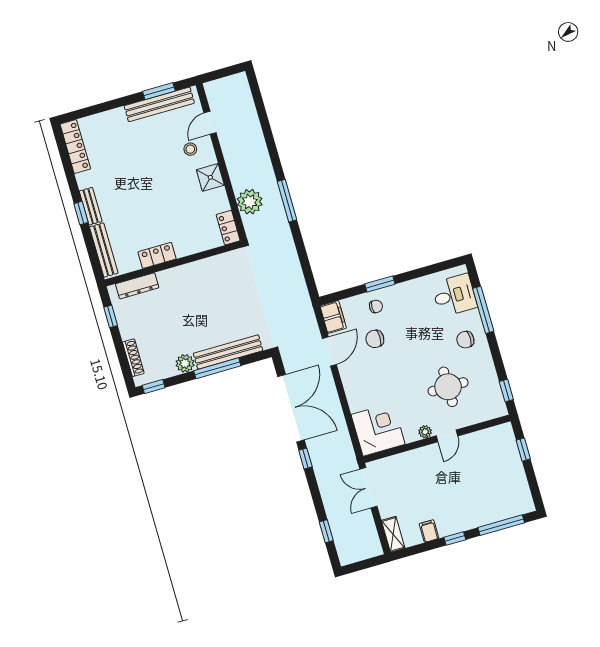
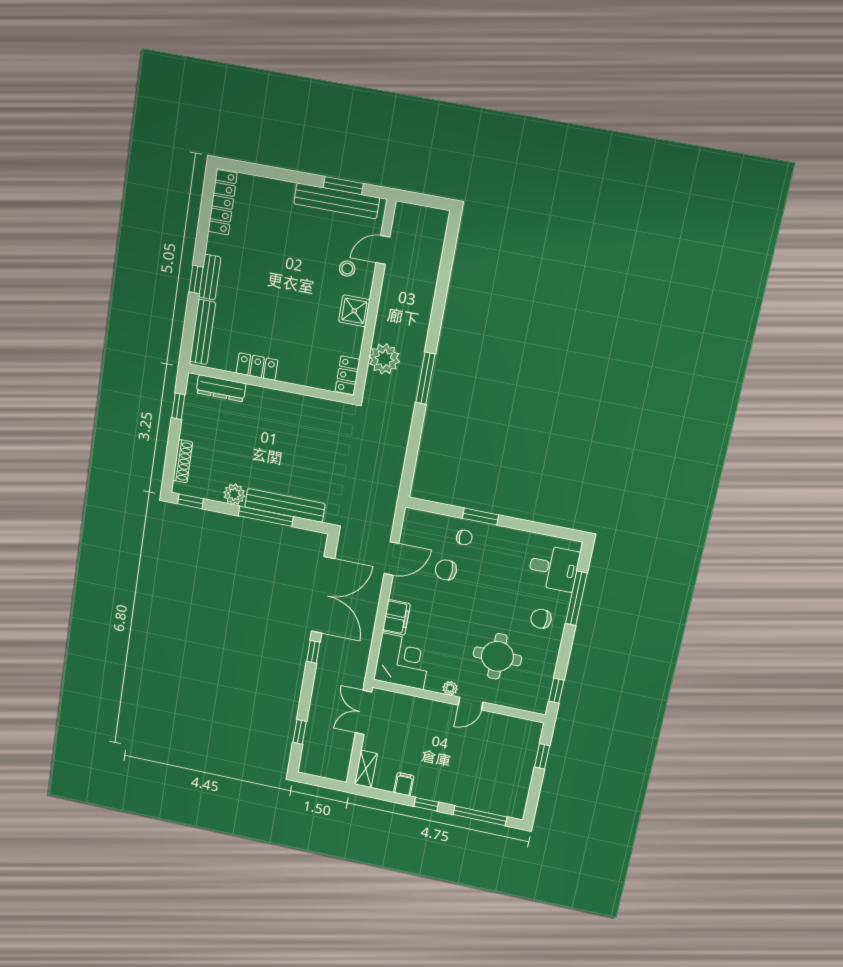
filing cabinet: (333, 317) -> (396, 617), moved

